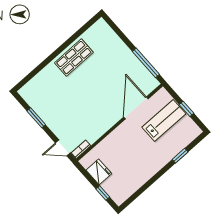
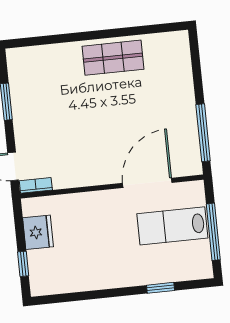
window: (186, 109) -> (213, 232), width x2.17
lab bench: (164, 121) -> (172, 226), turned 180

